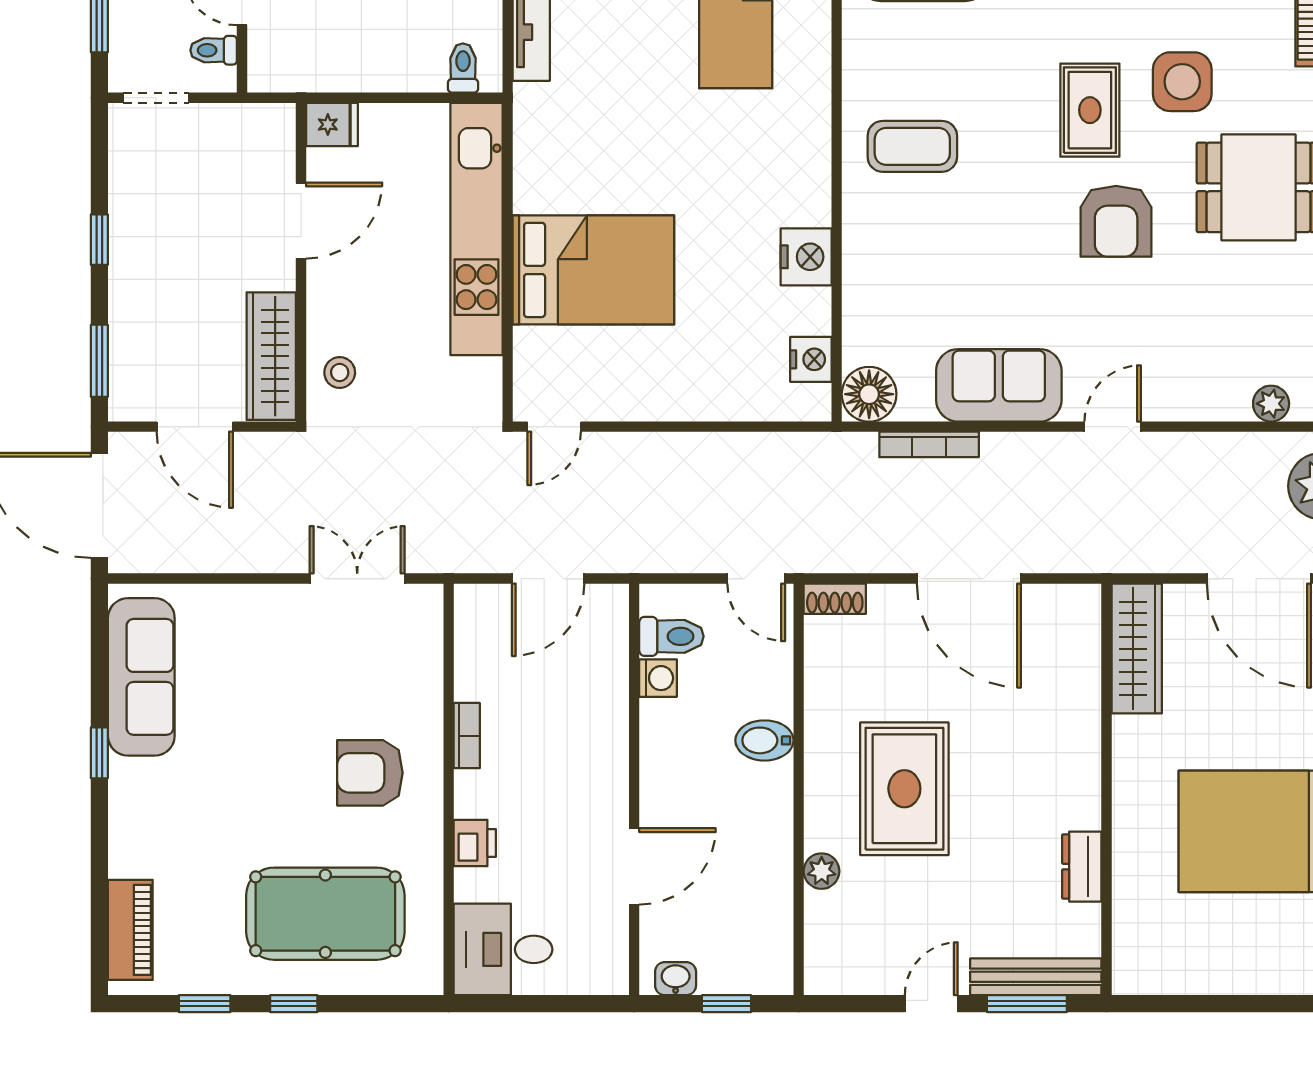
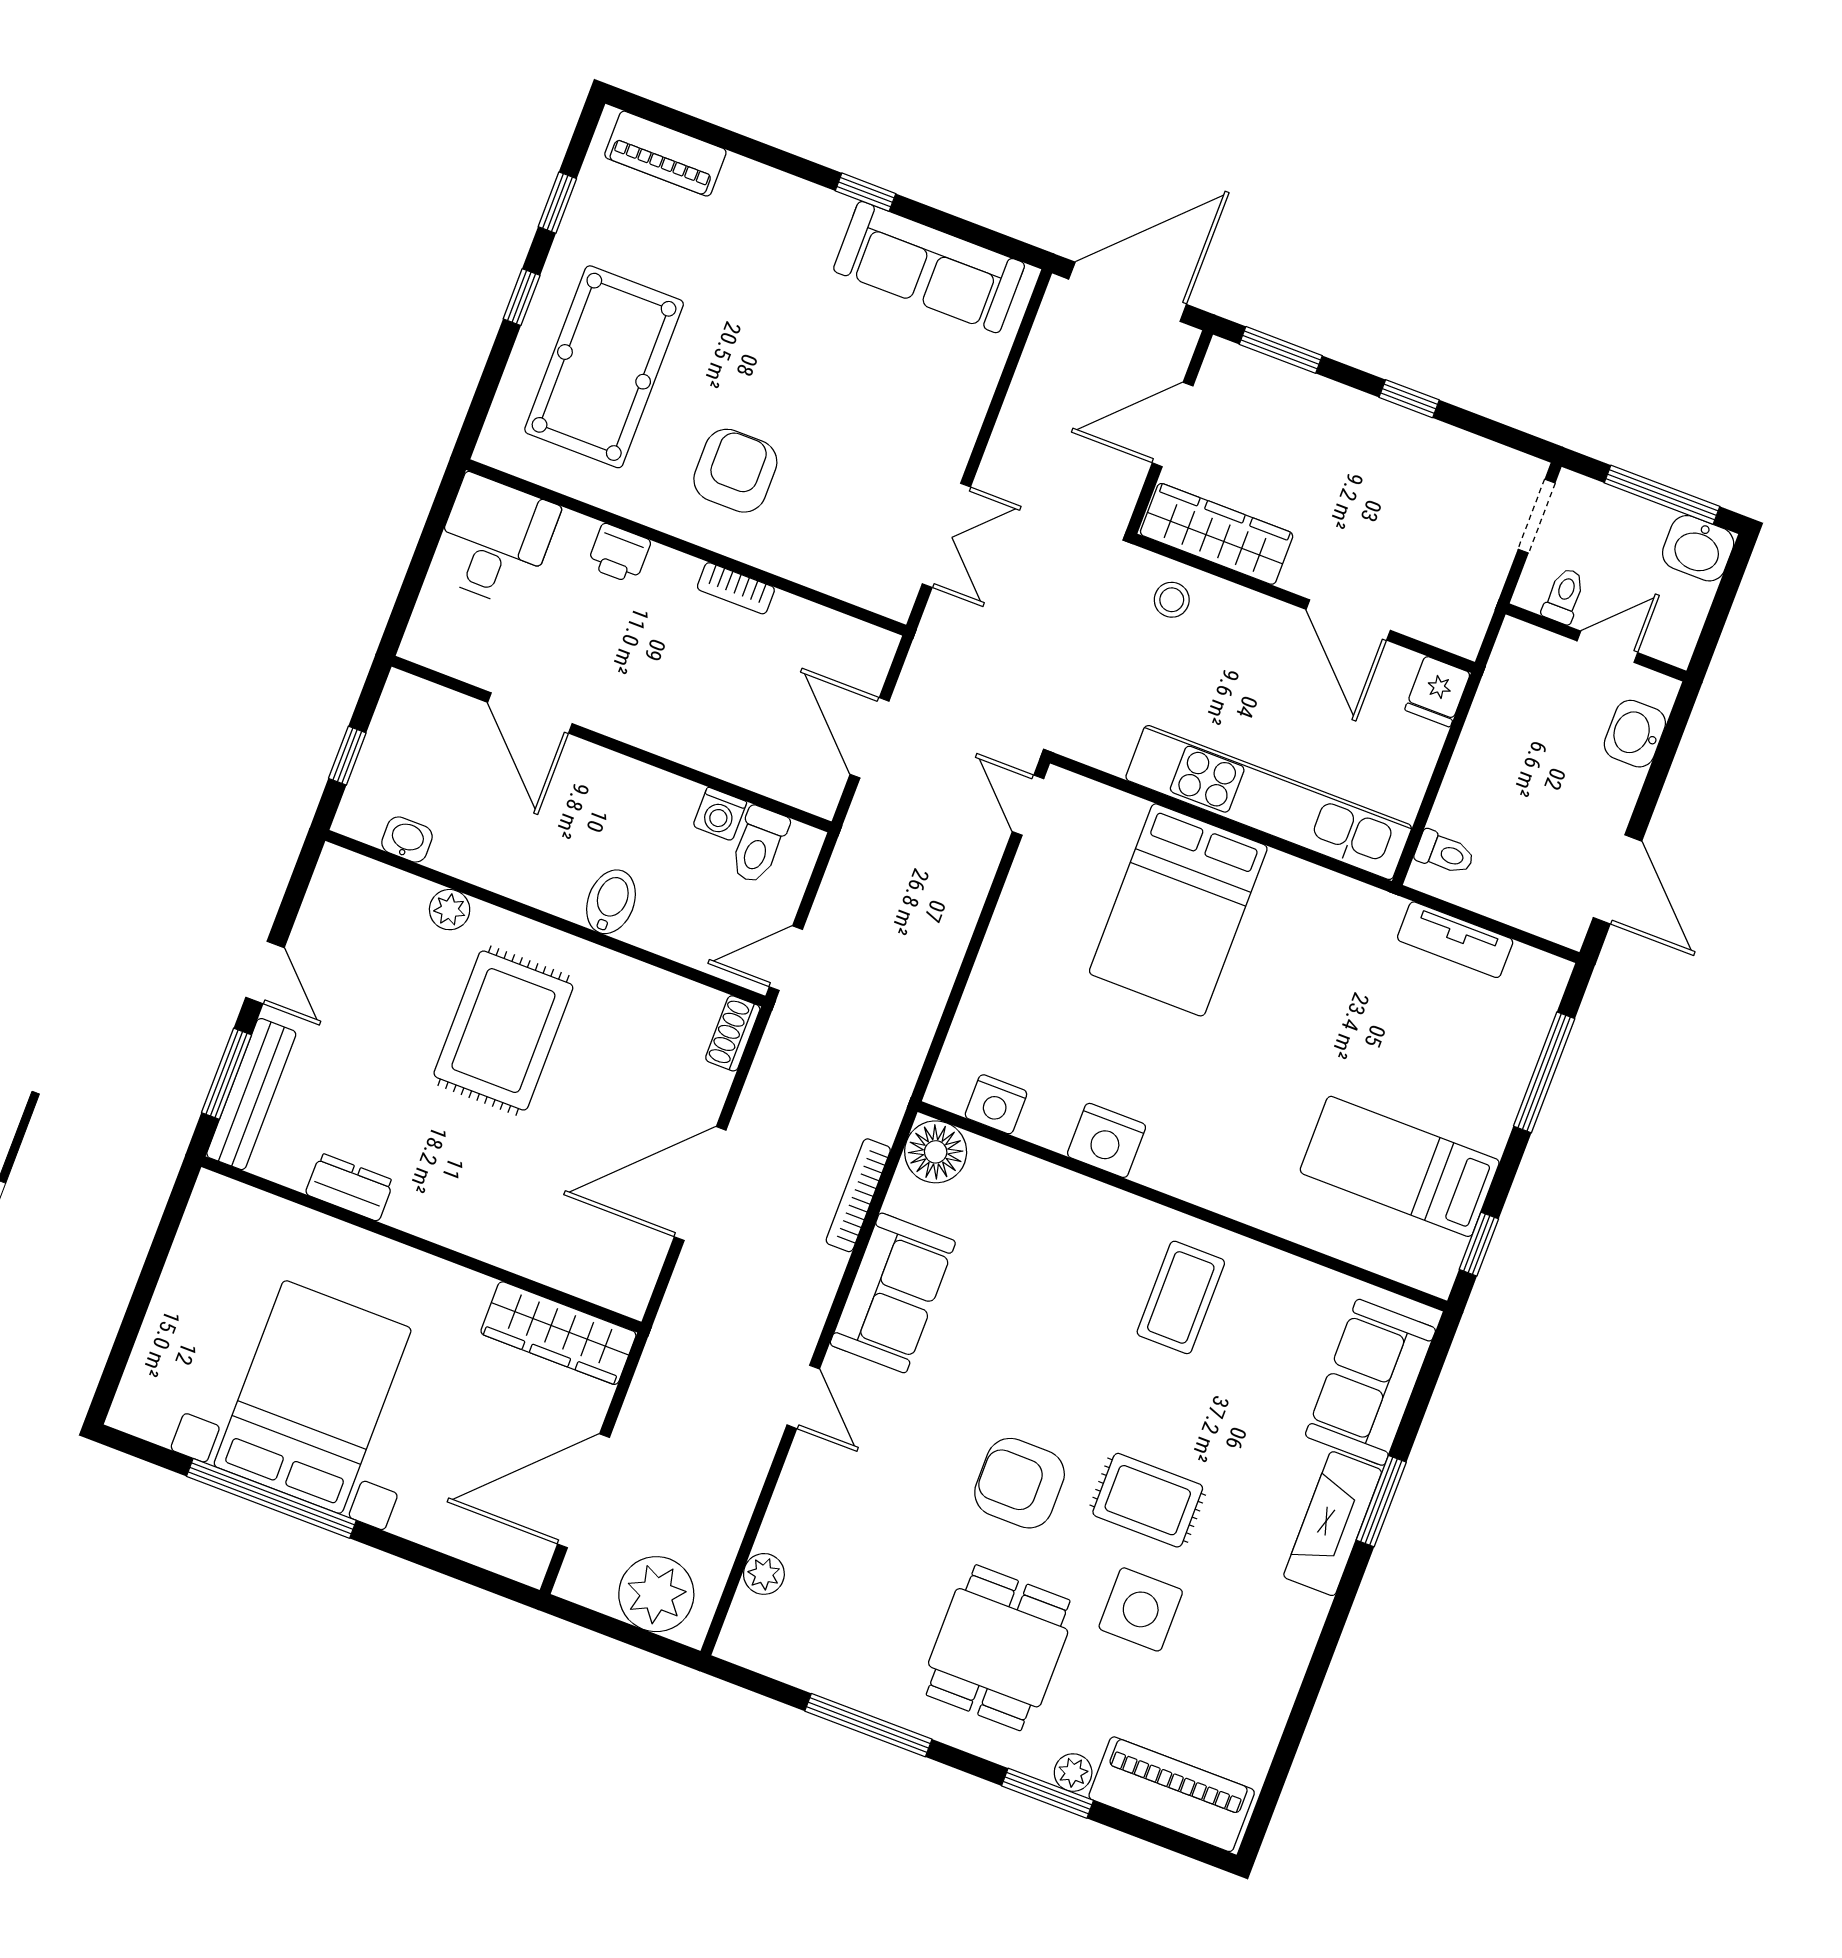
rug: (904, 789) -> (503, 1031), turned 90
washbasin: (676, 979) -> (407, 839), moved, turned -90

